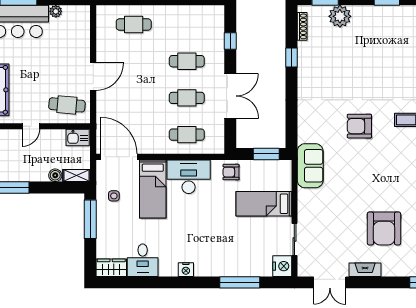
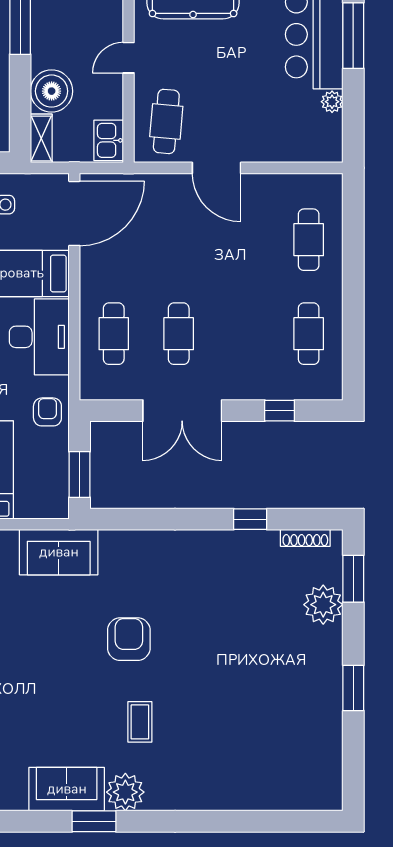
cafe table: (187, 61) -> (309, 334), moved
door: (31, 126) -> (129, 58), hinge flipped
boiler: (55, 175) -> (52, 91), width x1.86, depth x1.86

